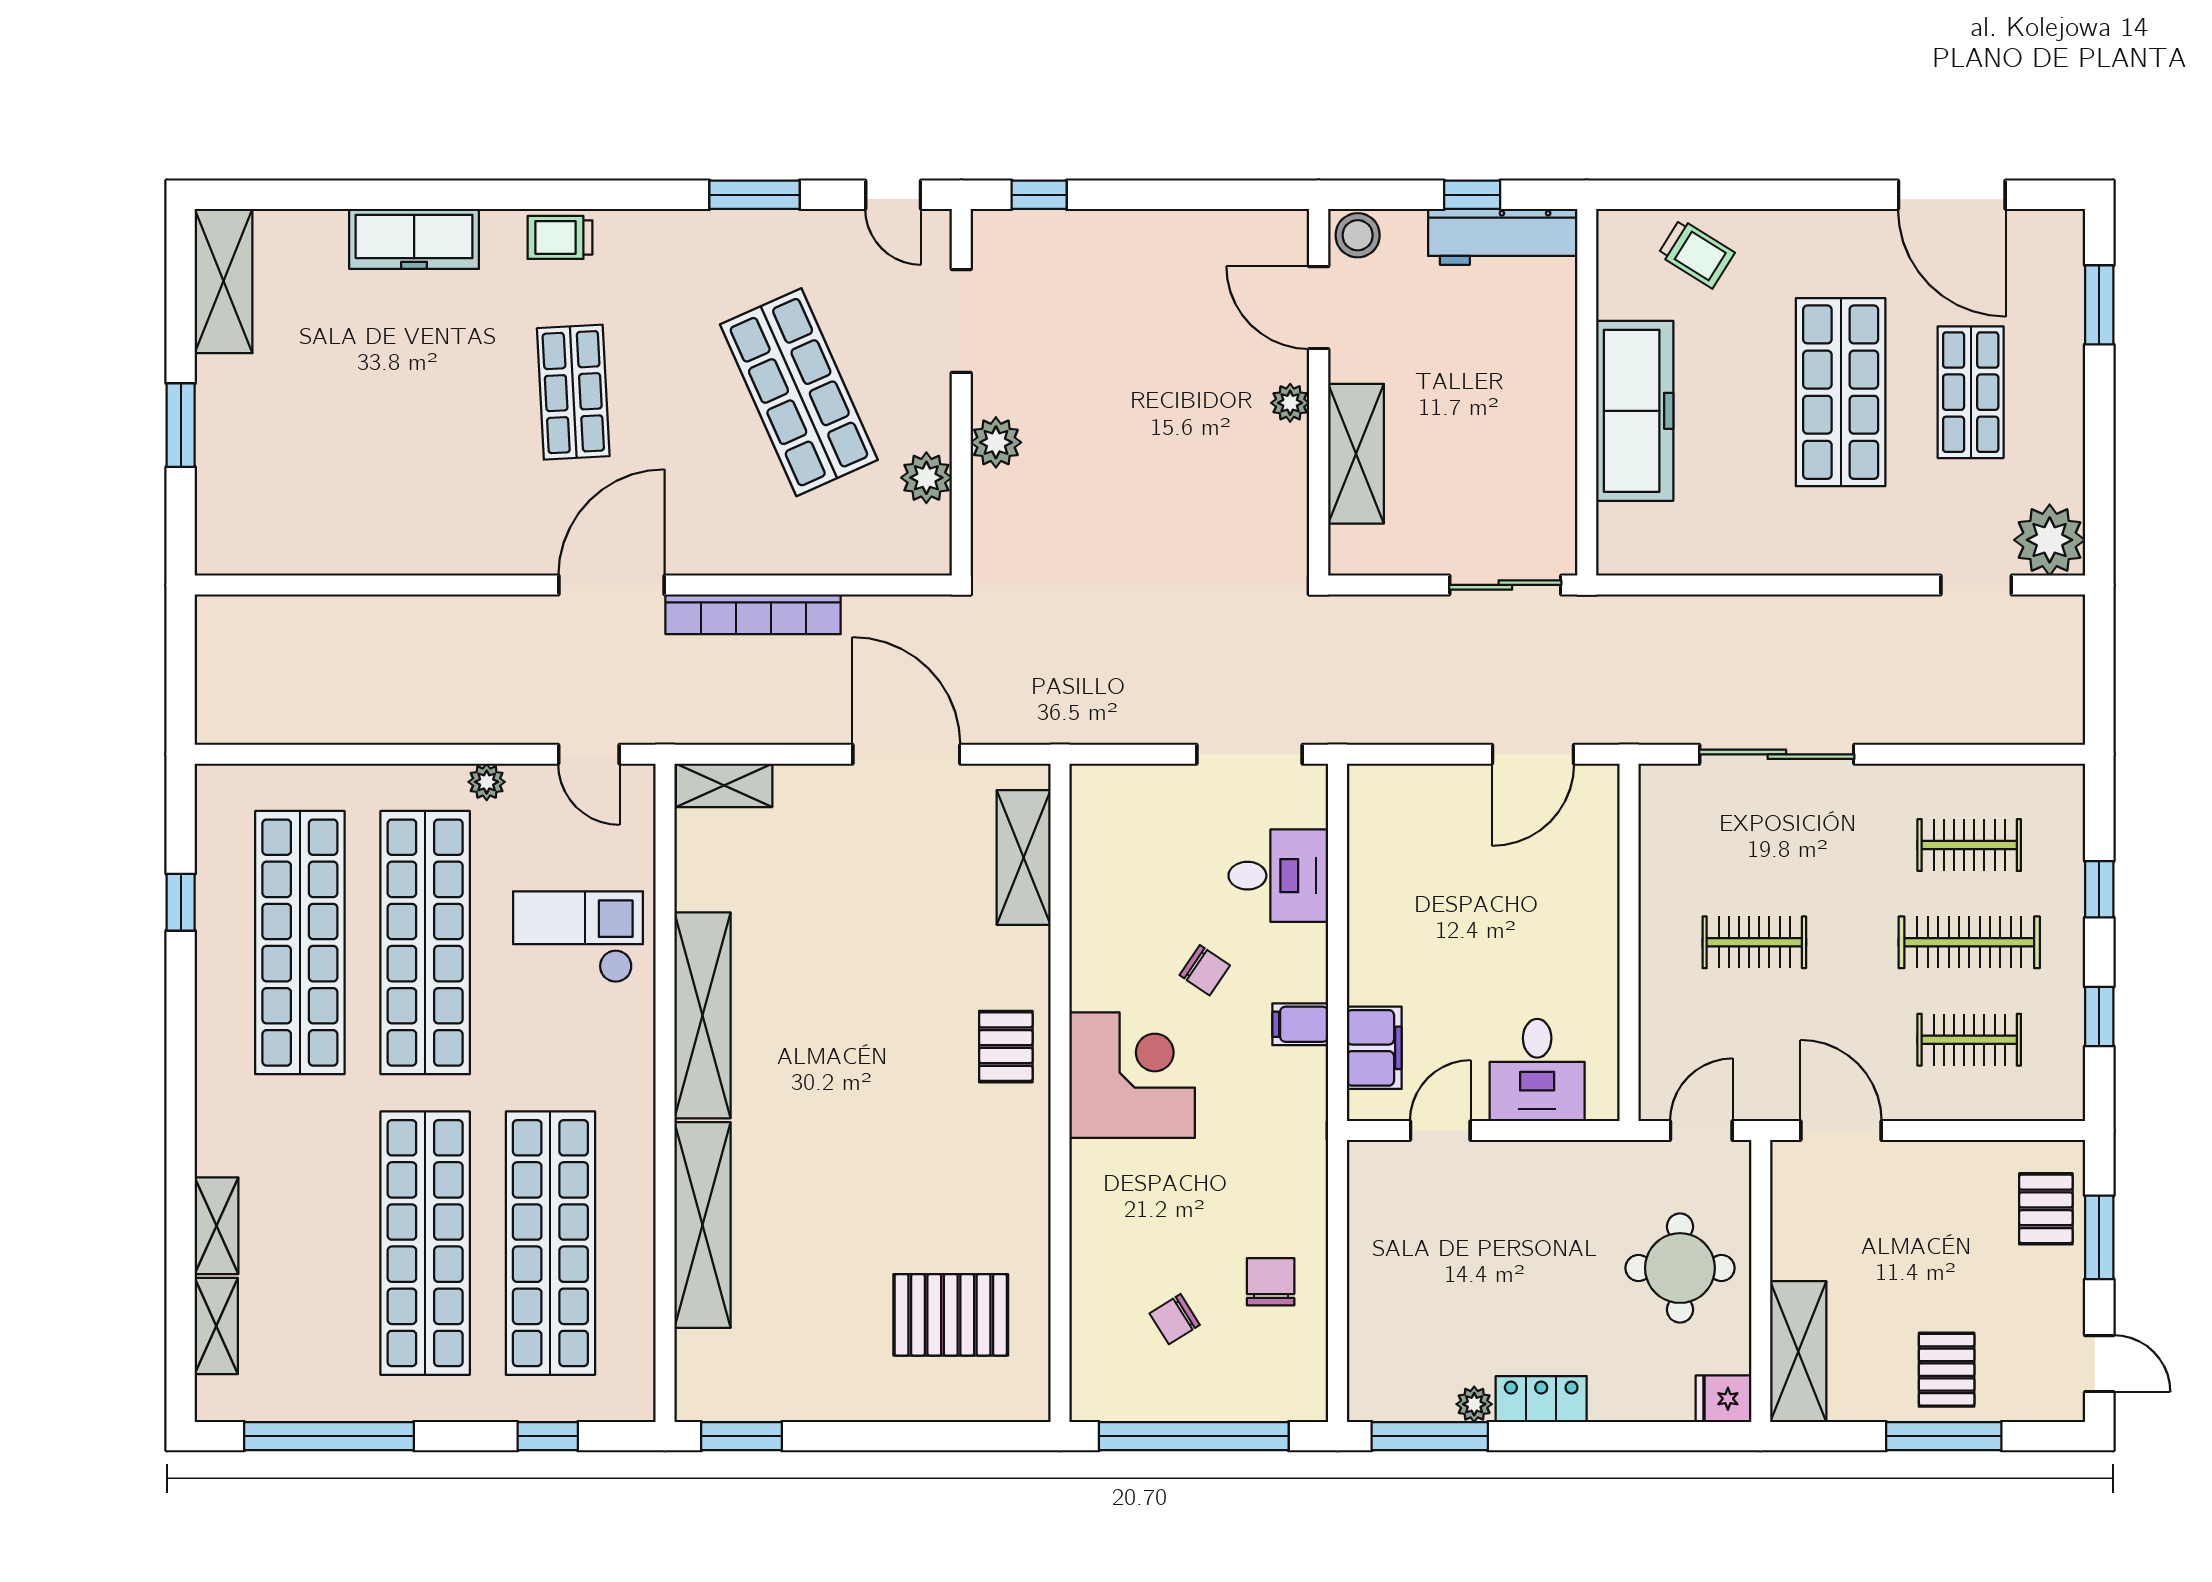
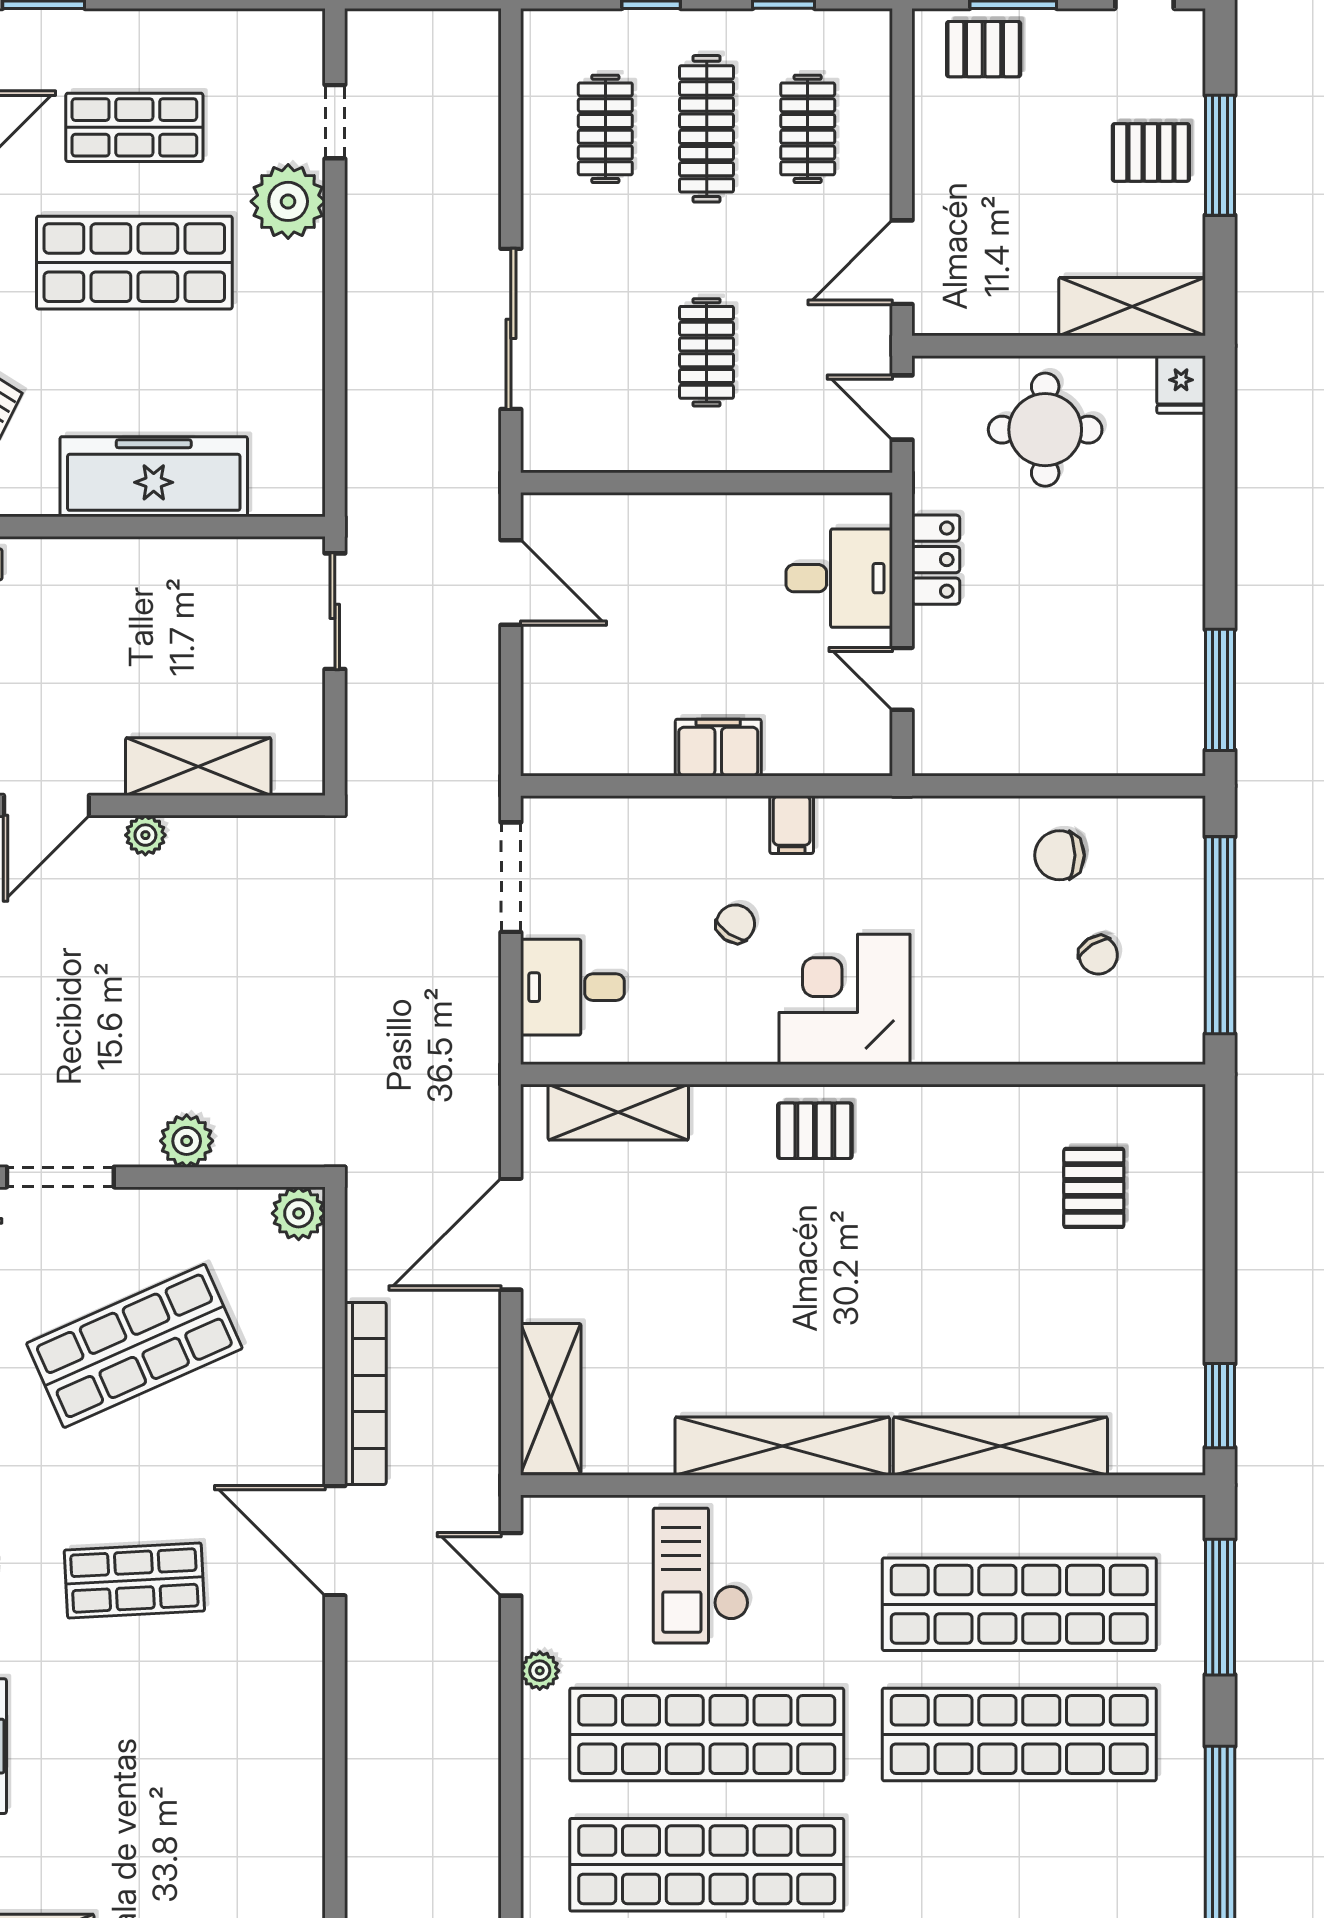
plant: (926, 478) -> (299, 1213), moved
plant: (2050, 540) -> (288, 201), moved
door: (589, 754) -> (511, 1564), swing flipped
shelving: (724, 785) -> (551, 1399), width x1.50, depth x1.33
desk: (1278, 876) -> (572, 987), moved, turned -90
filing cabinet: (1374, 1048) -> (718, 748), moved
pallet: (951, 1315) -> (1094, 1188), width x0.67, depth x0.71
locker: (1541, 1399) -> (936, 560), moved, turned 180
plant: (1474, 1404) -> (1187, 644), removed
window: (548, 1436) -> (1220, 1607), width x2.17

